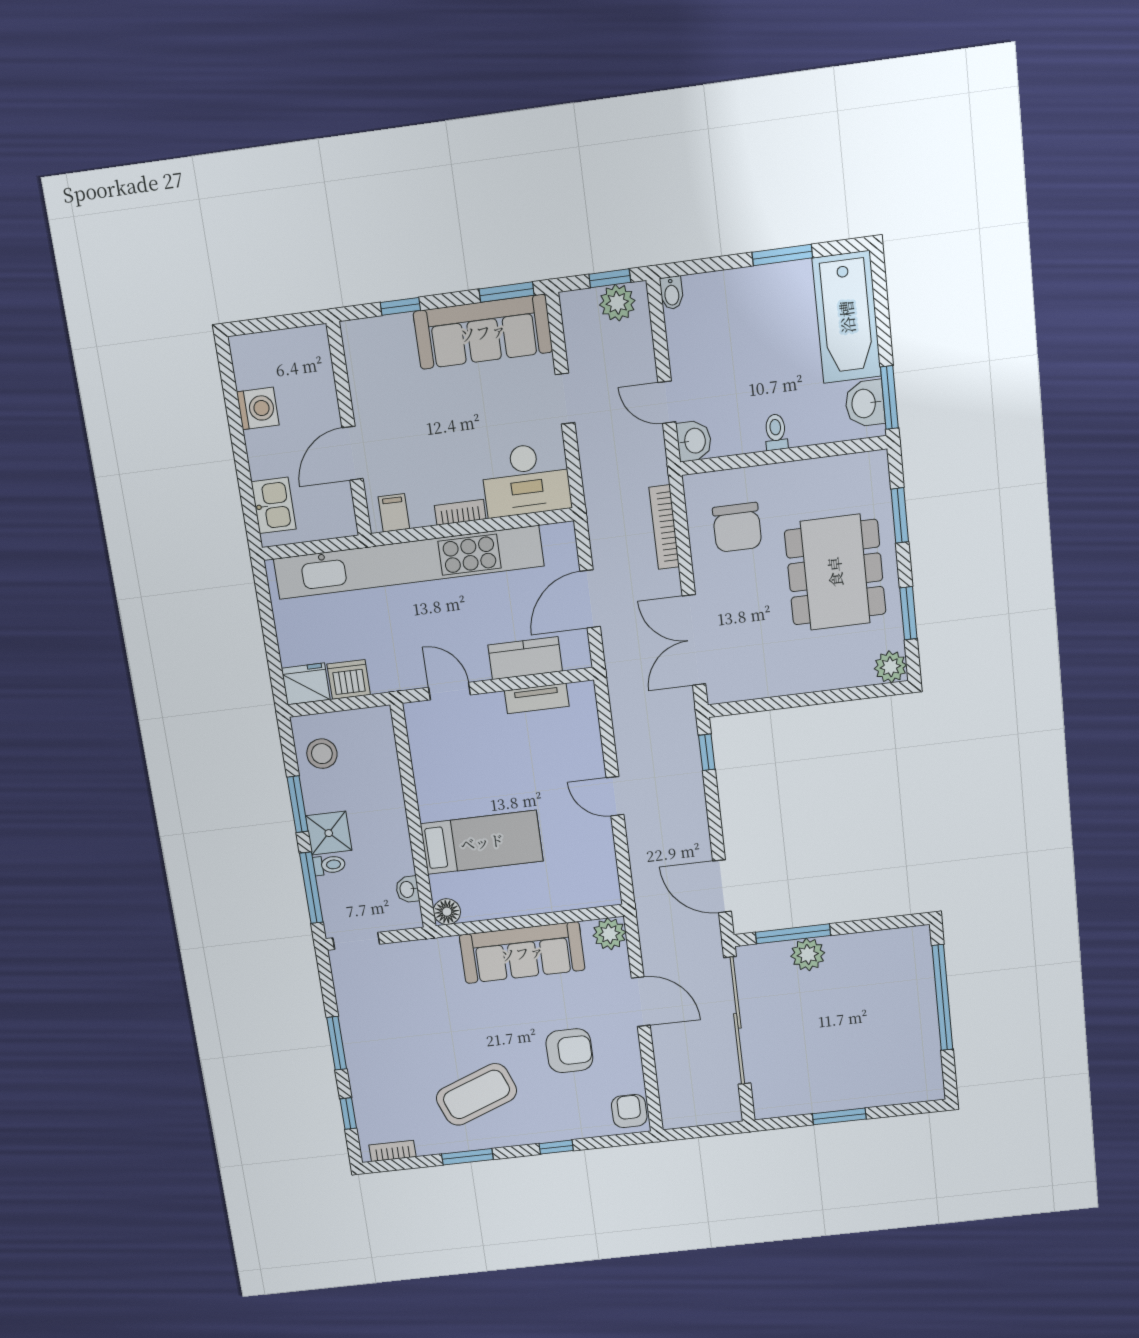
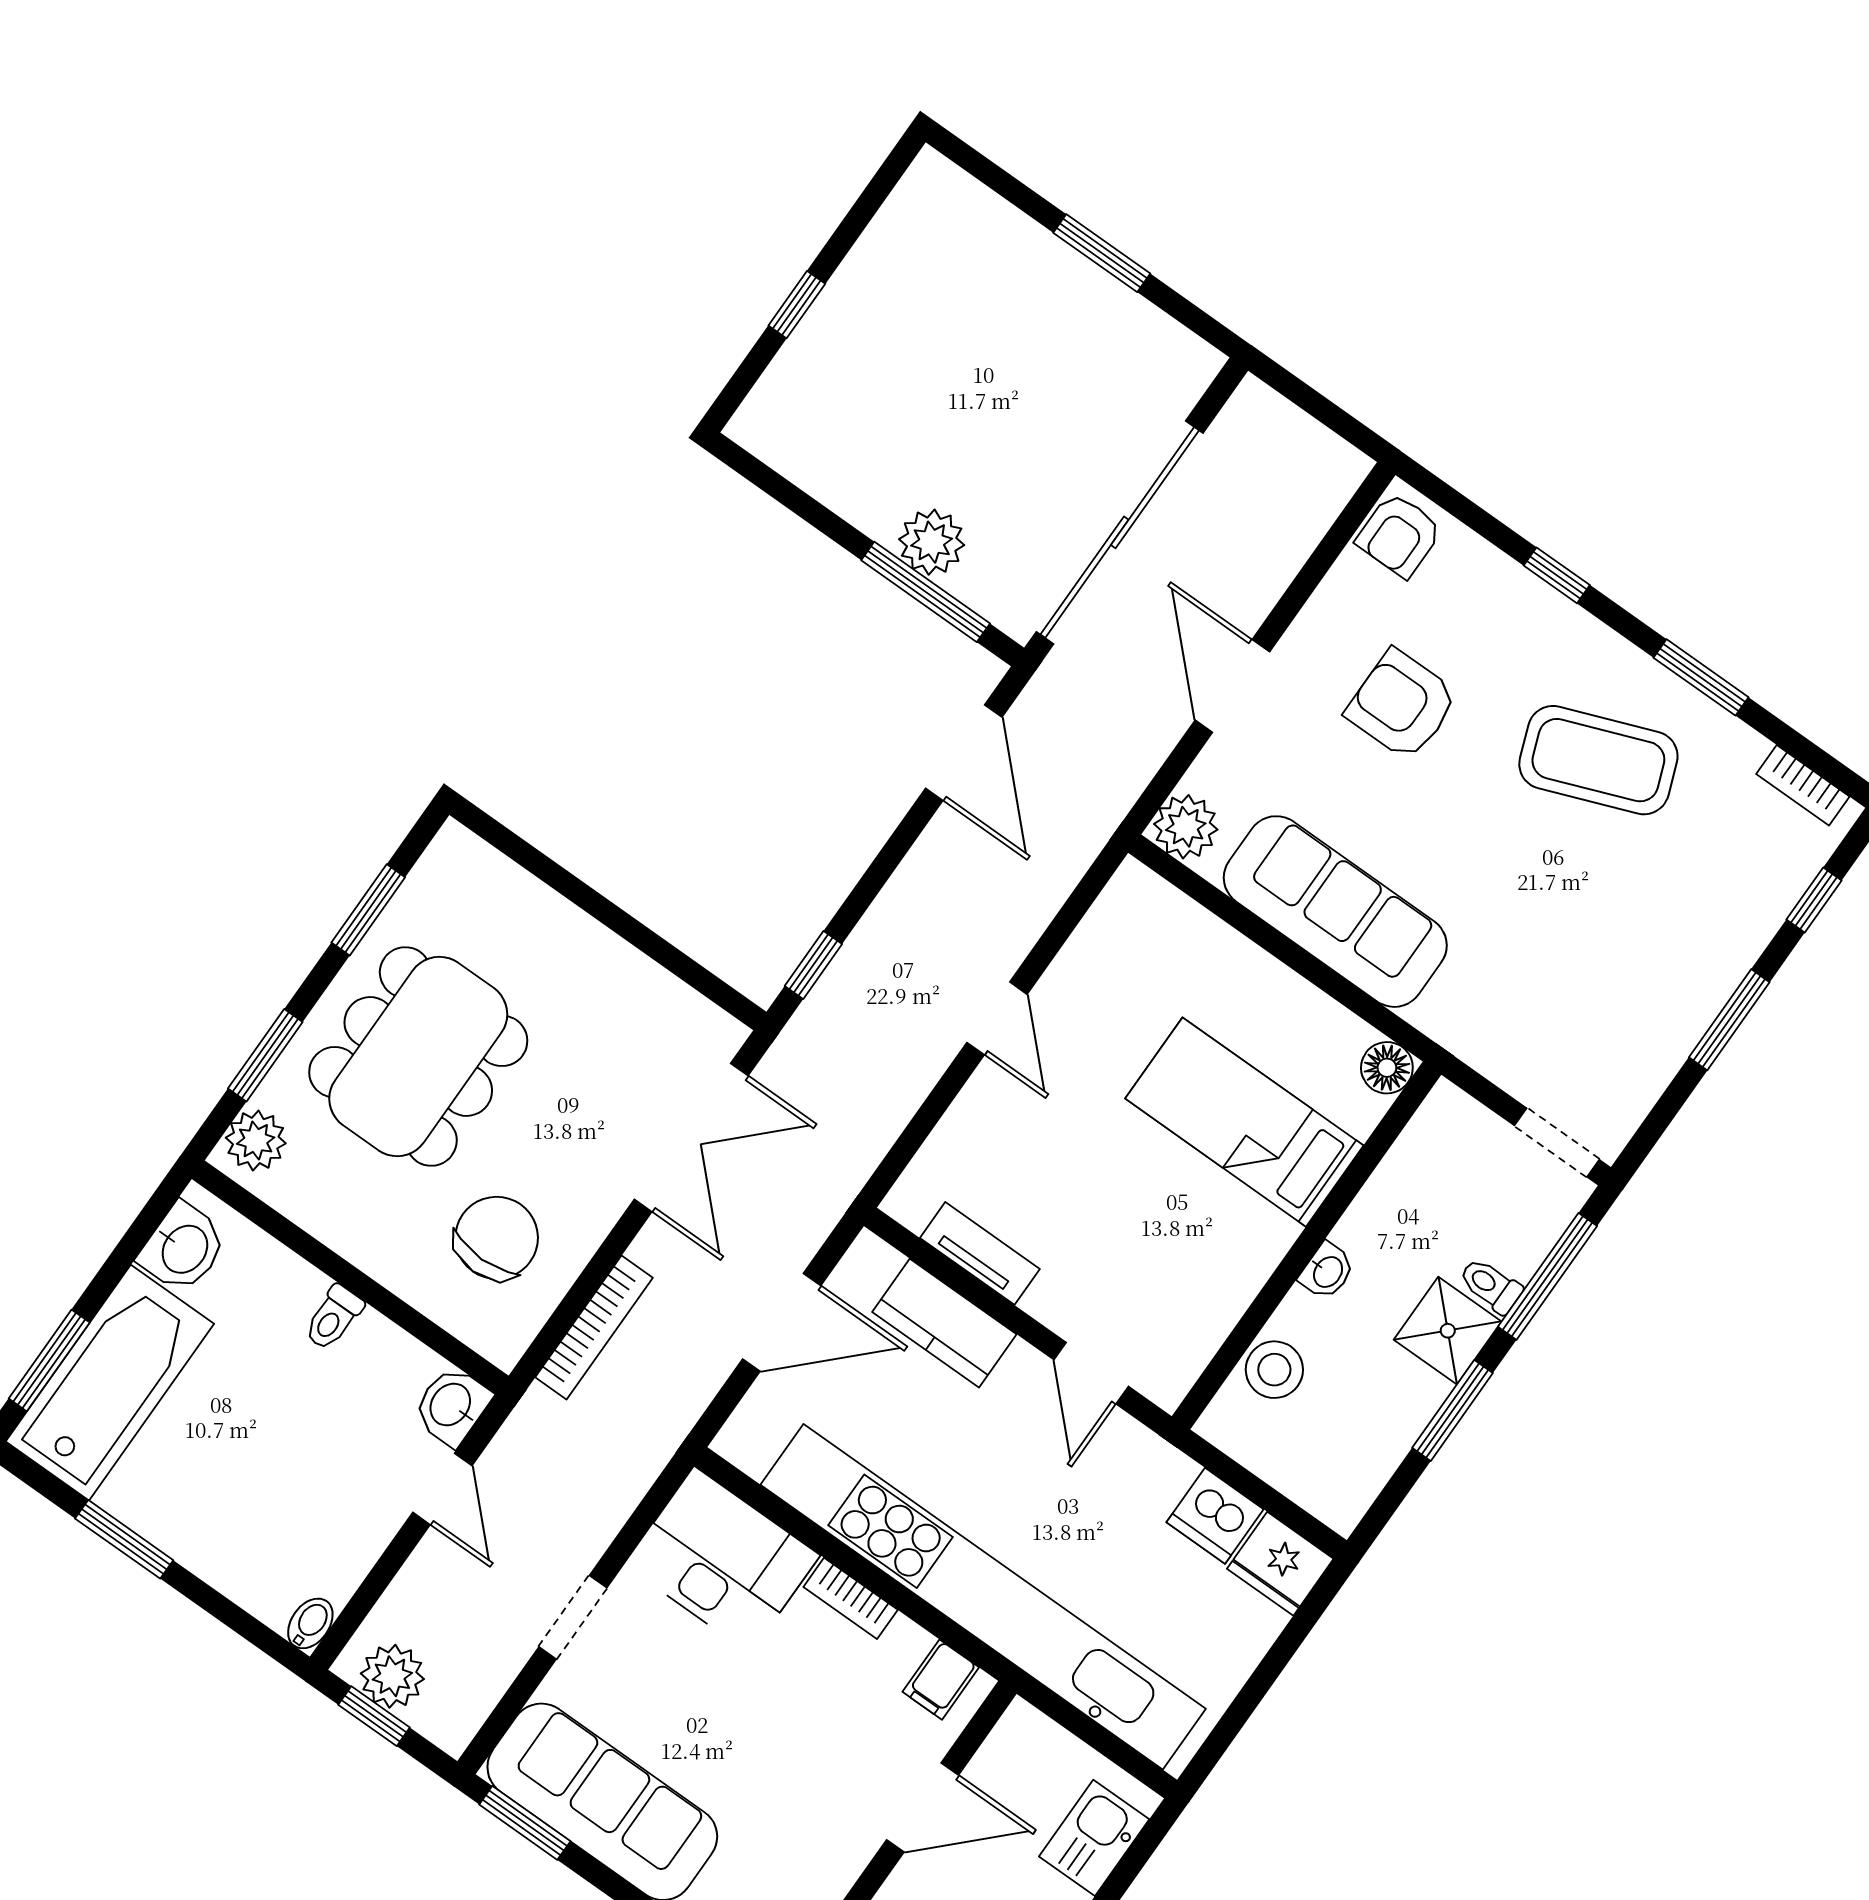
window: (889, 397) -> (49, 1361), moved
plant: (890, 667) -> (256, 1141), moved
stool: (322, 754) -> (1274, 1370), moved
washbasin: (407, 889) -> (1327, 1271), moved
window: (942, 998) -> (797, 305), width x0.32

